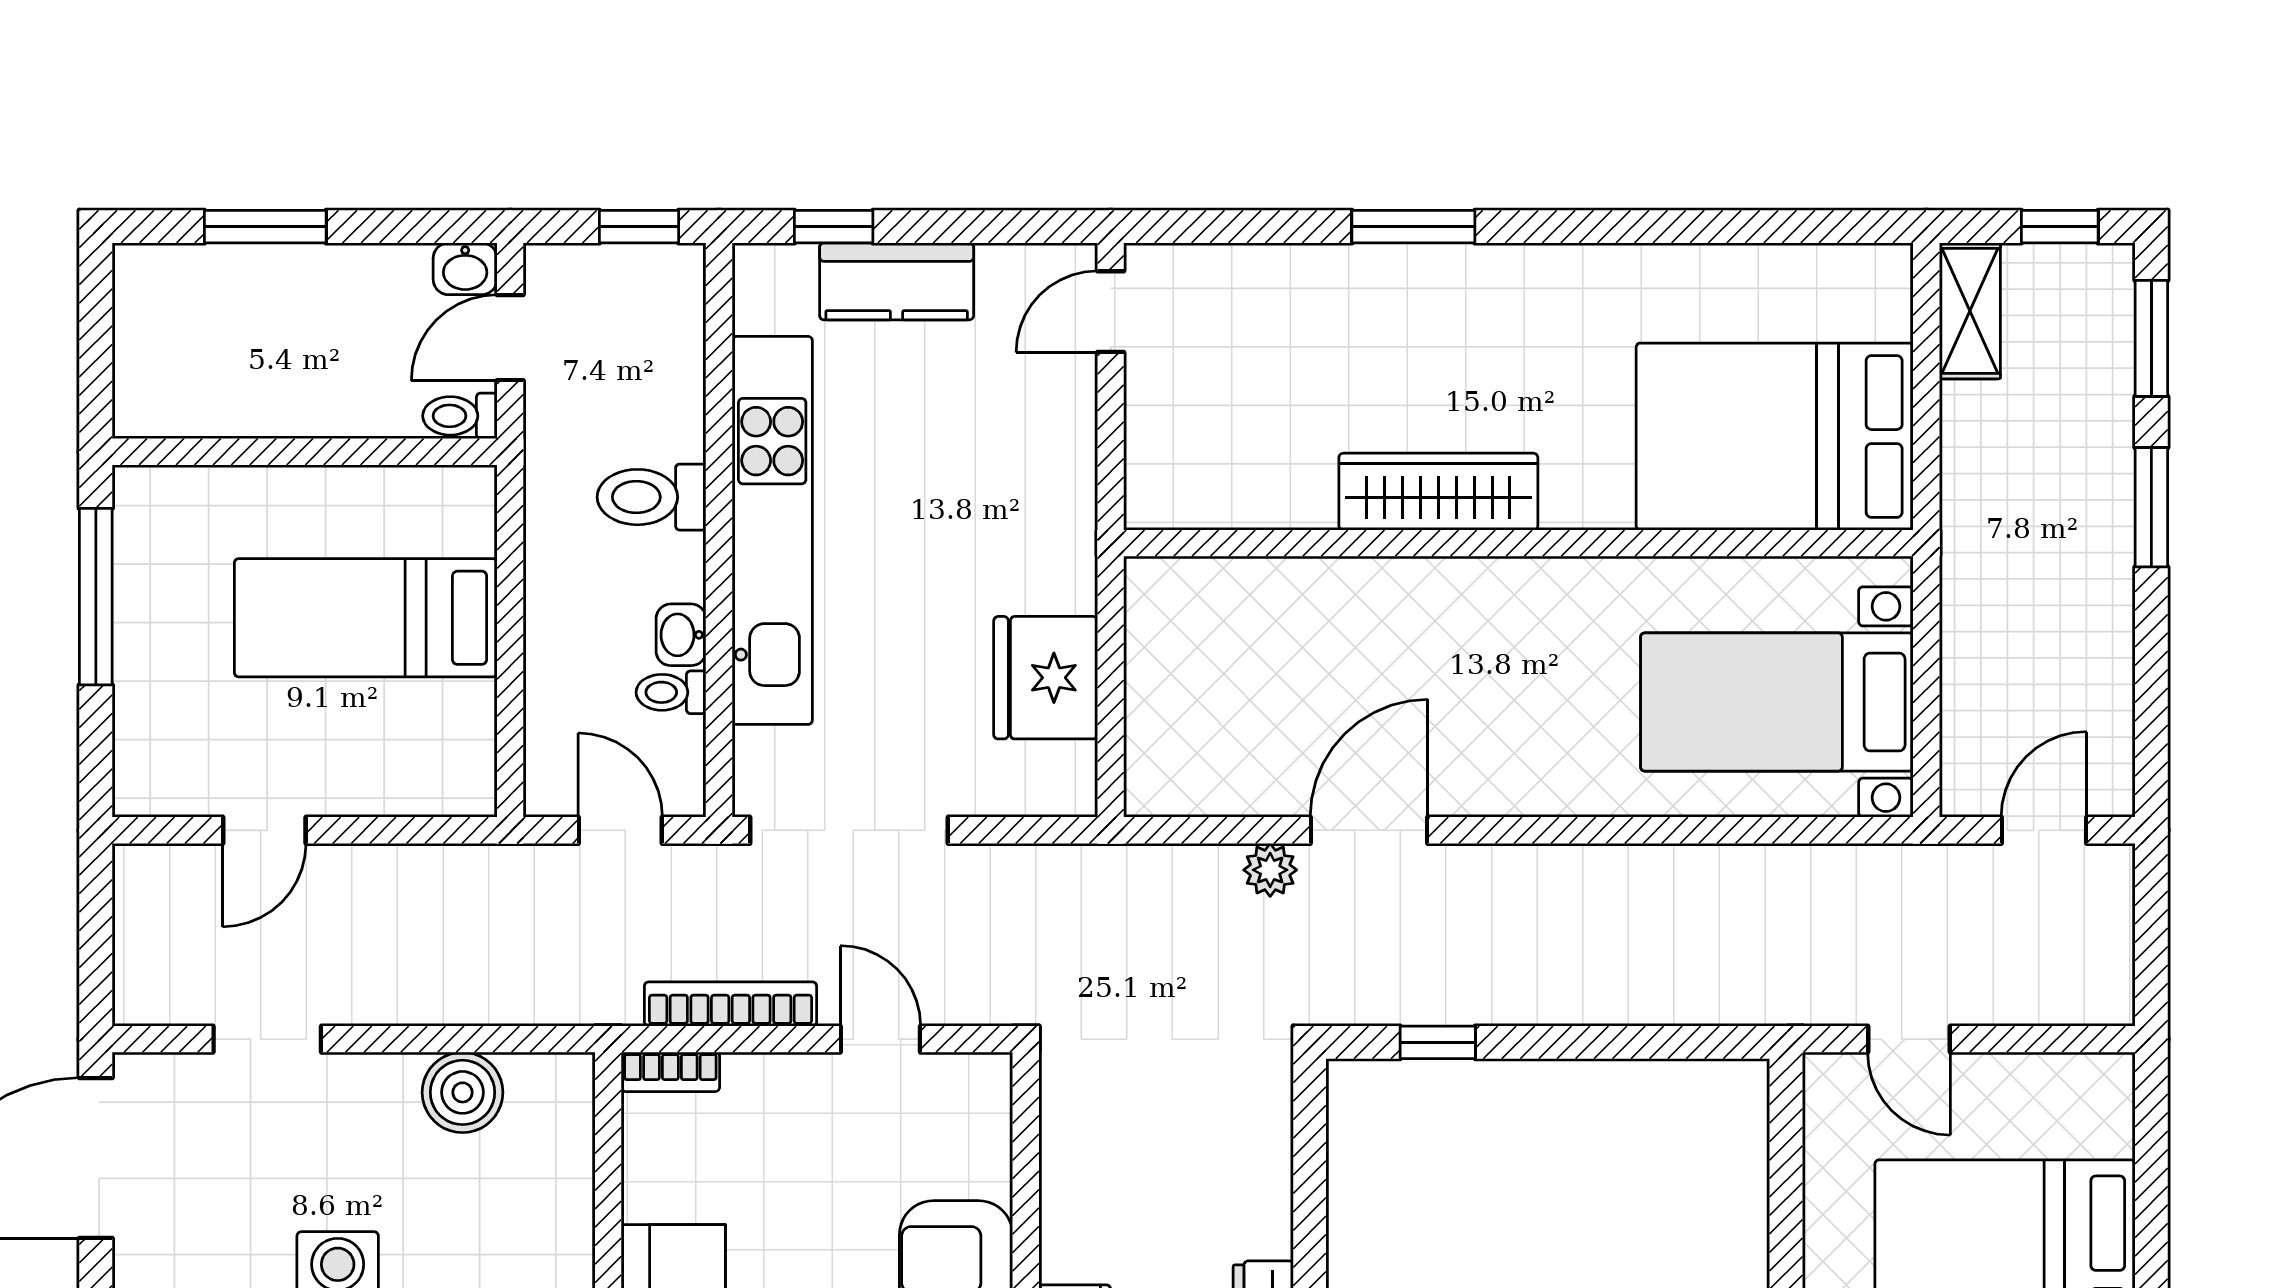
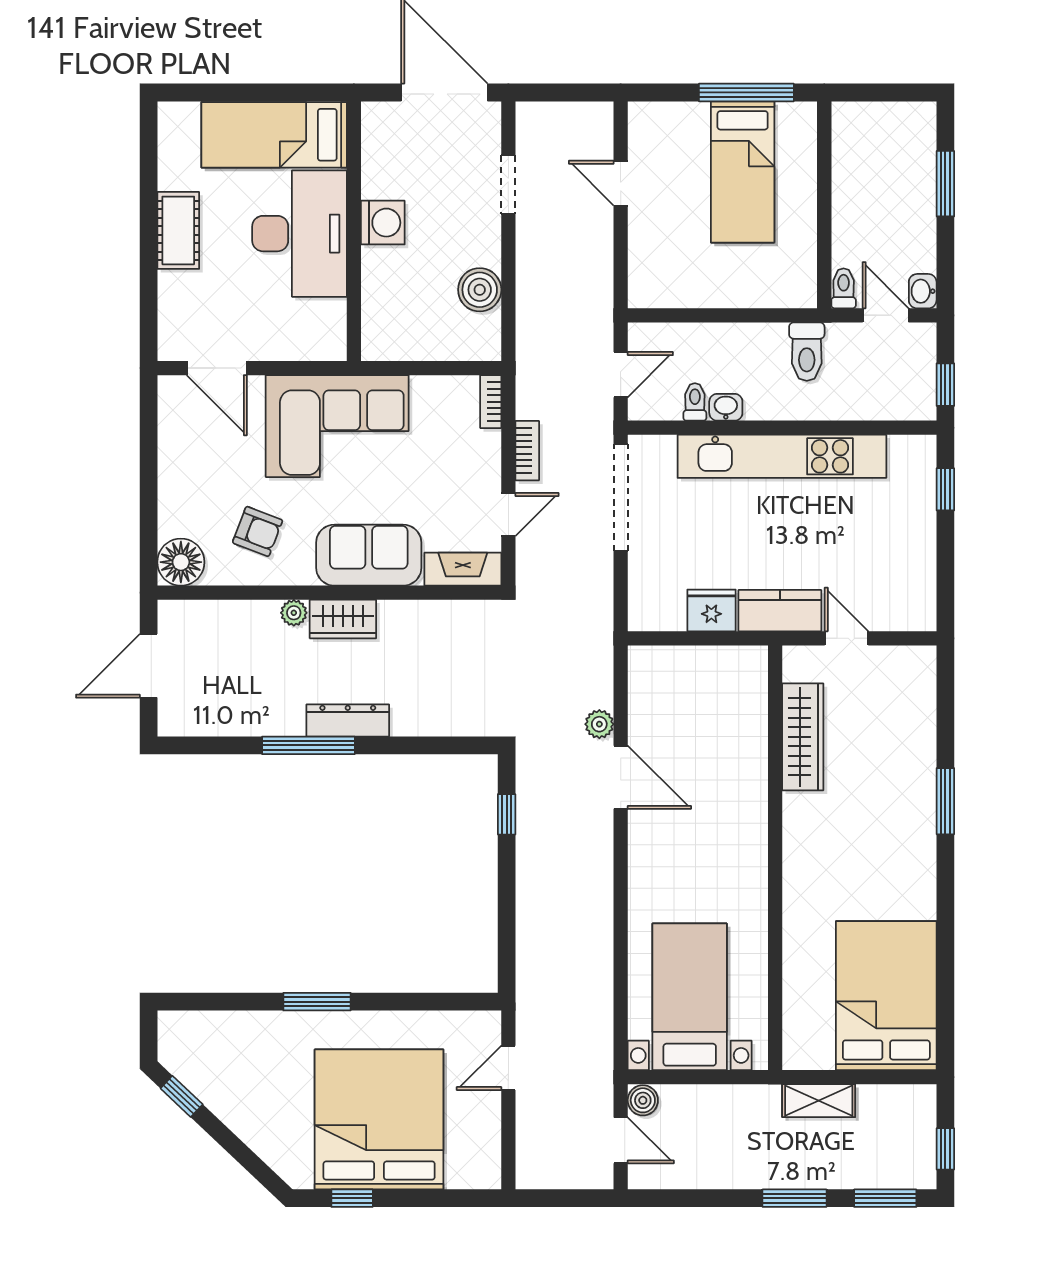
kitchen counter: (897, 281) -> (780, 611), moved, turned 90
shelving: (1970, 311) -> (819, 1101), moved
door: (1111, 312) -> (847, 638), moved
bed: (1775, 437) -> (886, 996), moved
wardrobe: (1438, 492) -> (803, 737), moved
toilet: (652, 497) -> (807, 352), moved, turned 180
bed: (366, 618) -> (743, 172), moved, turned 180
fridge: (1046, 678) -> (711, 610), width x0.73, depth x0.75
boiler: (1969, 789) -> (643, 1100), added
bookcase: (731, 1004) -> (527, 451), width x0.64
fireplace: (982, 1124) -> (463, 569), added

